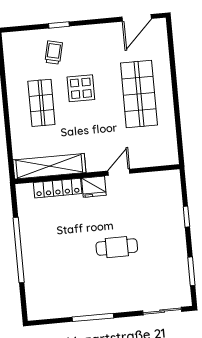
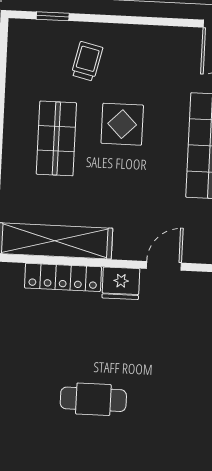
window: (59, 25) -> (53, 16), moved
cafe table: (117, 247) -> (93, 399), moved

